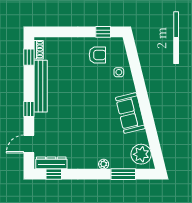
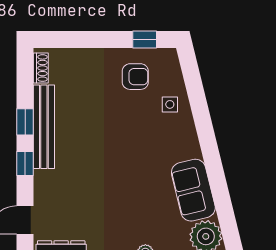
window: (29, 57) -> (25, 122), moved
sofa: (130, 113) -> (193, 190), moved

